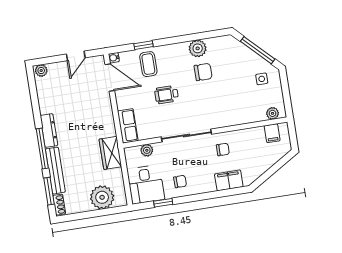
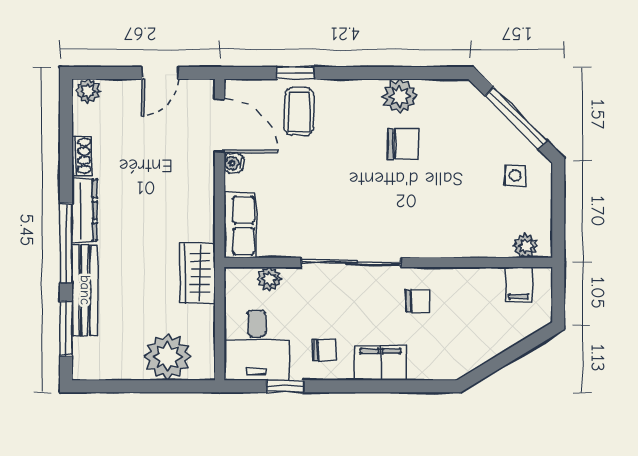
water cooler: (114, 58) -> (234, 163), moved
wheelchair: (167, 95) -> (325, 177), removed
filing cabinet: (229, 180) -> (381, 363), moved
shoe rack: (59, 205) -> (82, 156), moved

